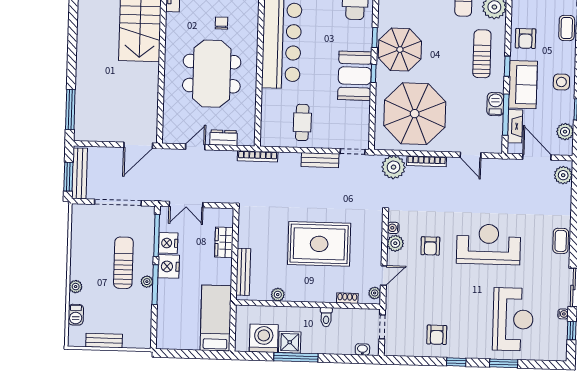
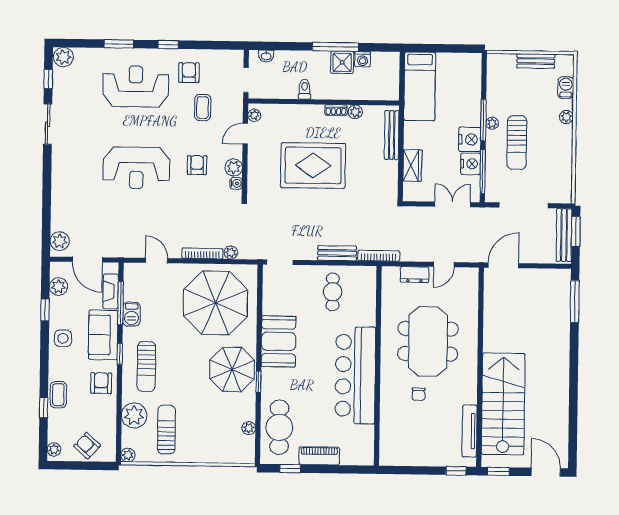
window: (374, 73) -> (259, 344), removed
bench: (320, 160) -> (337, 253), moved
plant: (393, 167) -> (231, 252), width x0.53, depth x0.53
coffee table: (561, 241) -> (203, 108), moved
shoe rack: (347, 298) -> (336, 110), moved
water cooler: (563, 314) -> (57, 96), removed
reception desk: (513, 319) -> (136, 86), moved, turned 90
washing machine: (264, 338) -> (363, 59), width x0.53, depth x0.53
plant: (557, 352) -> (63, 57), added

